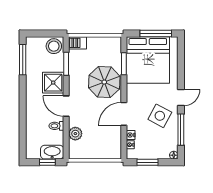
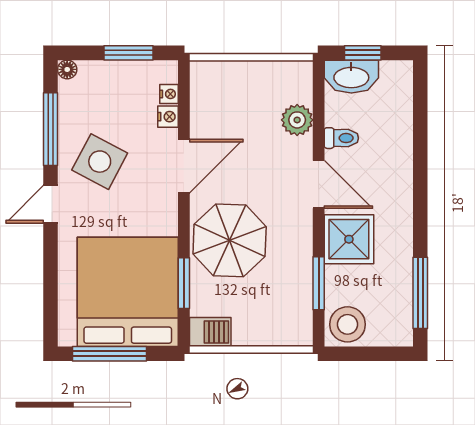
barbecue: (77, 43) -> (210, 332), moved

